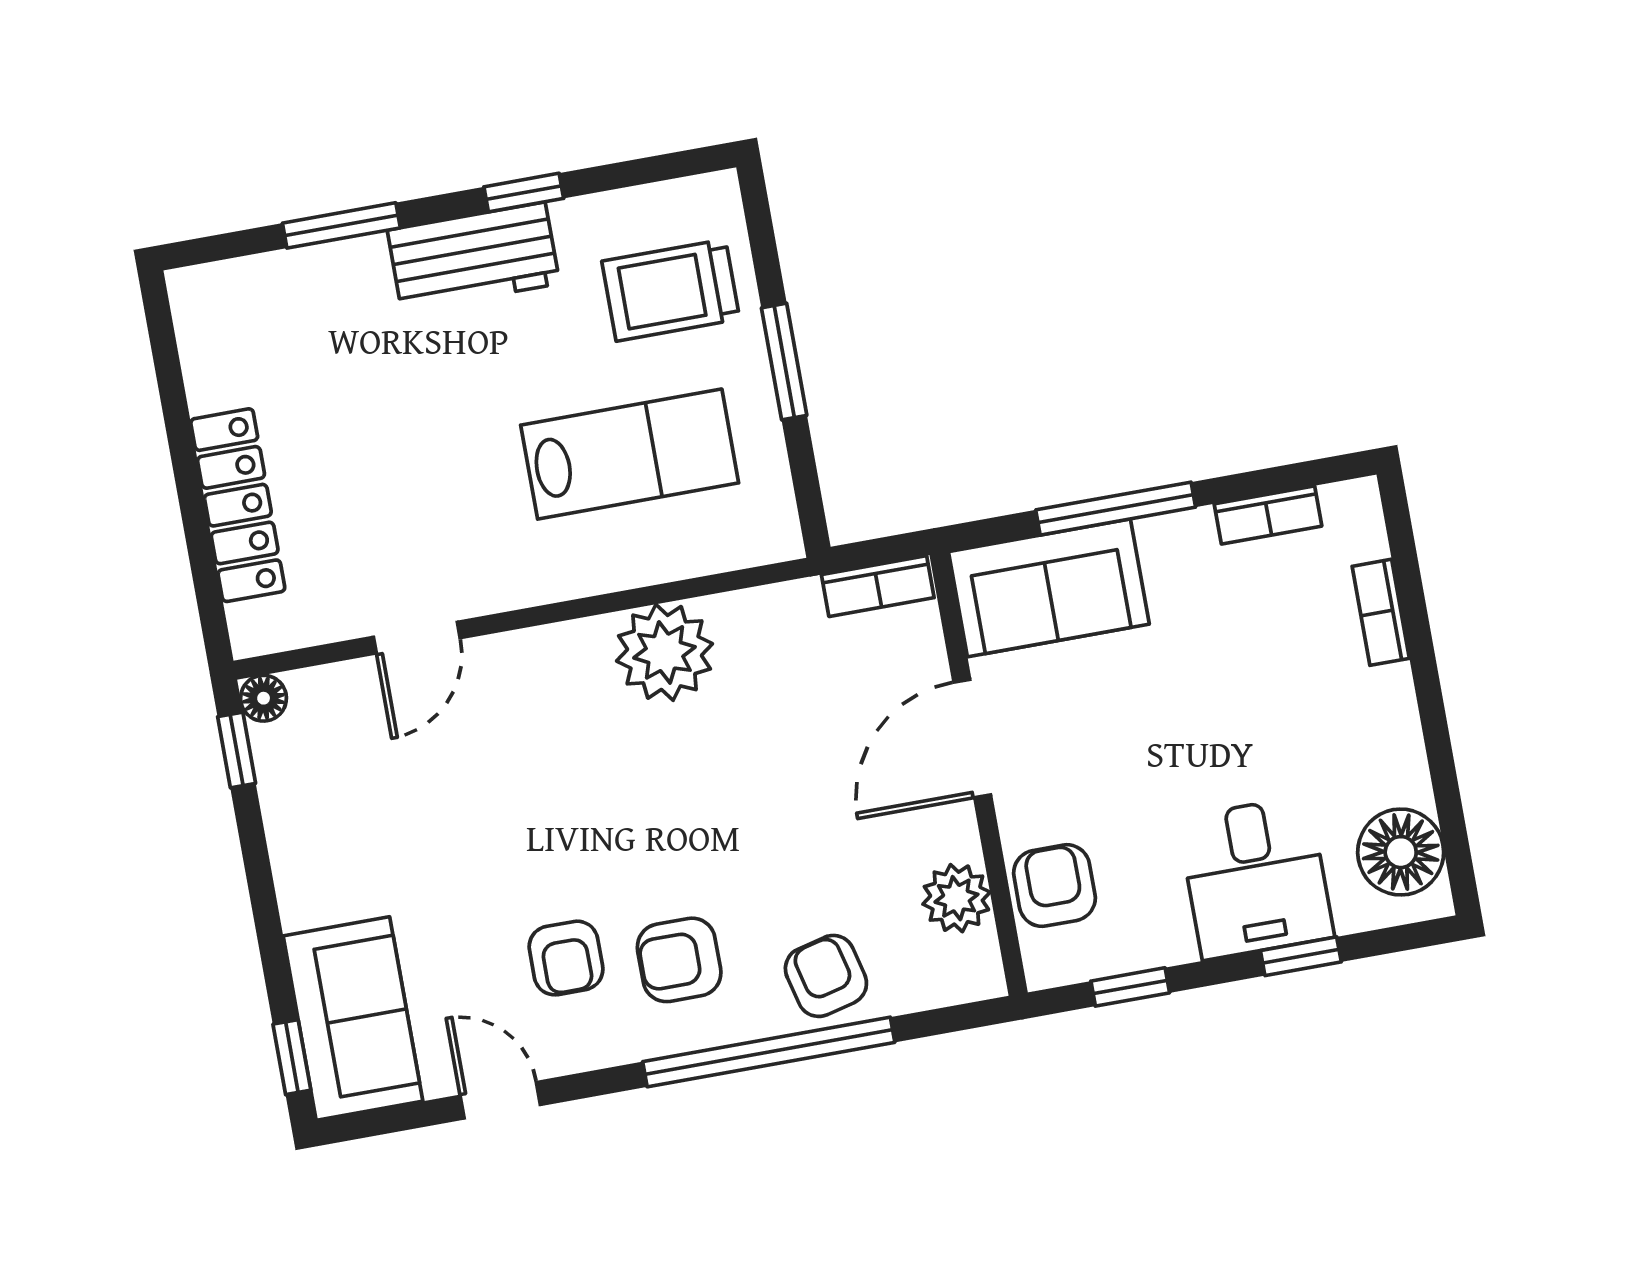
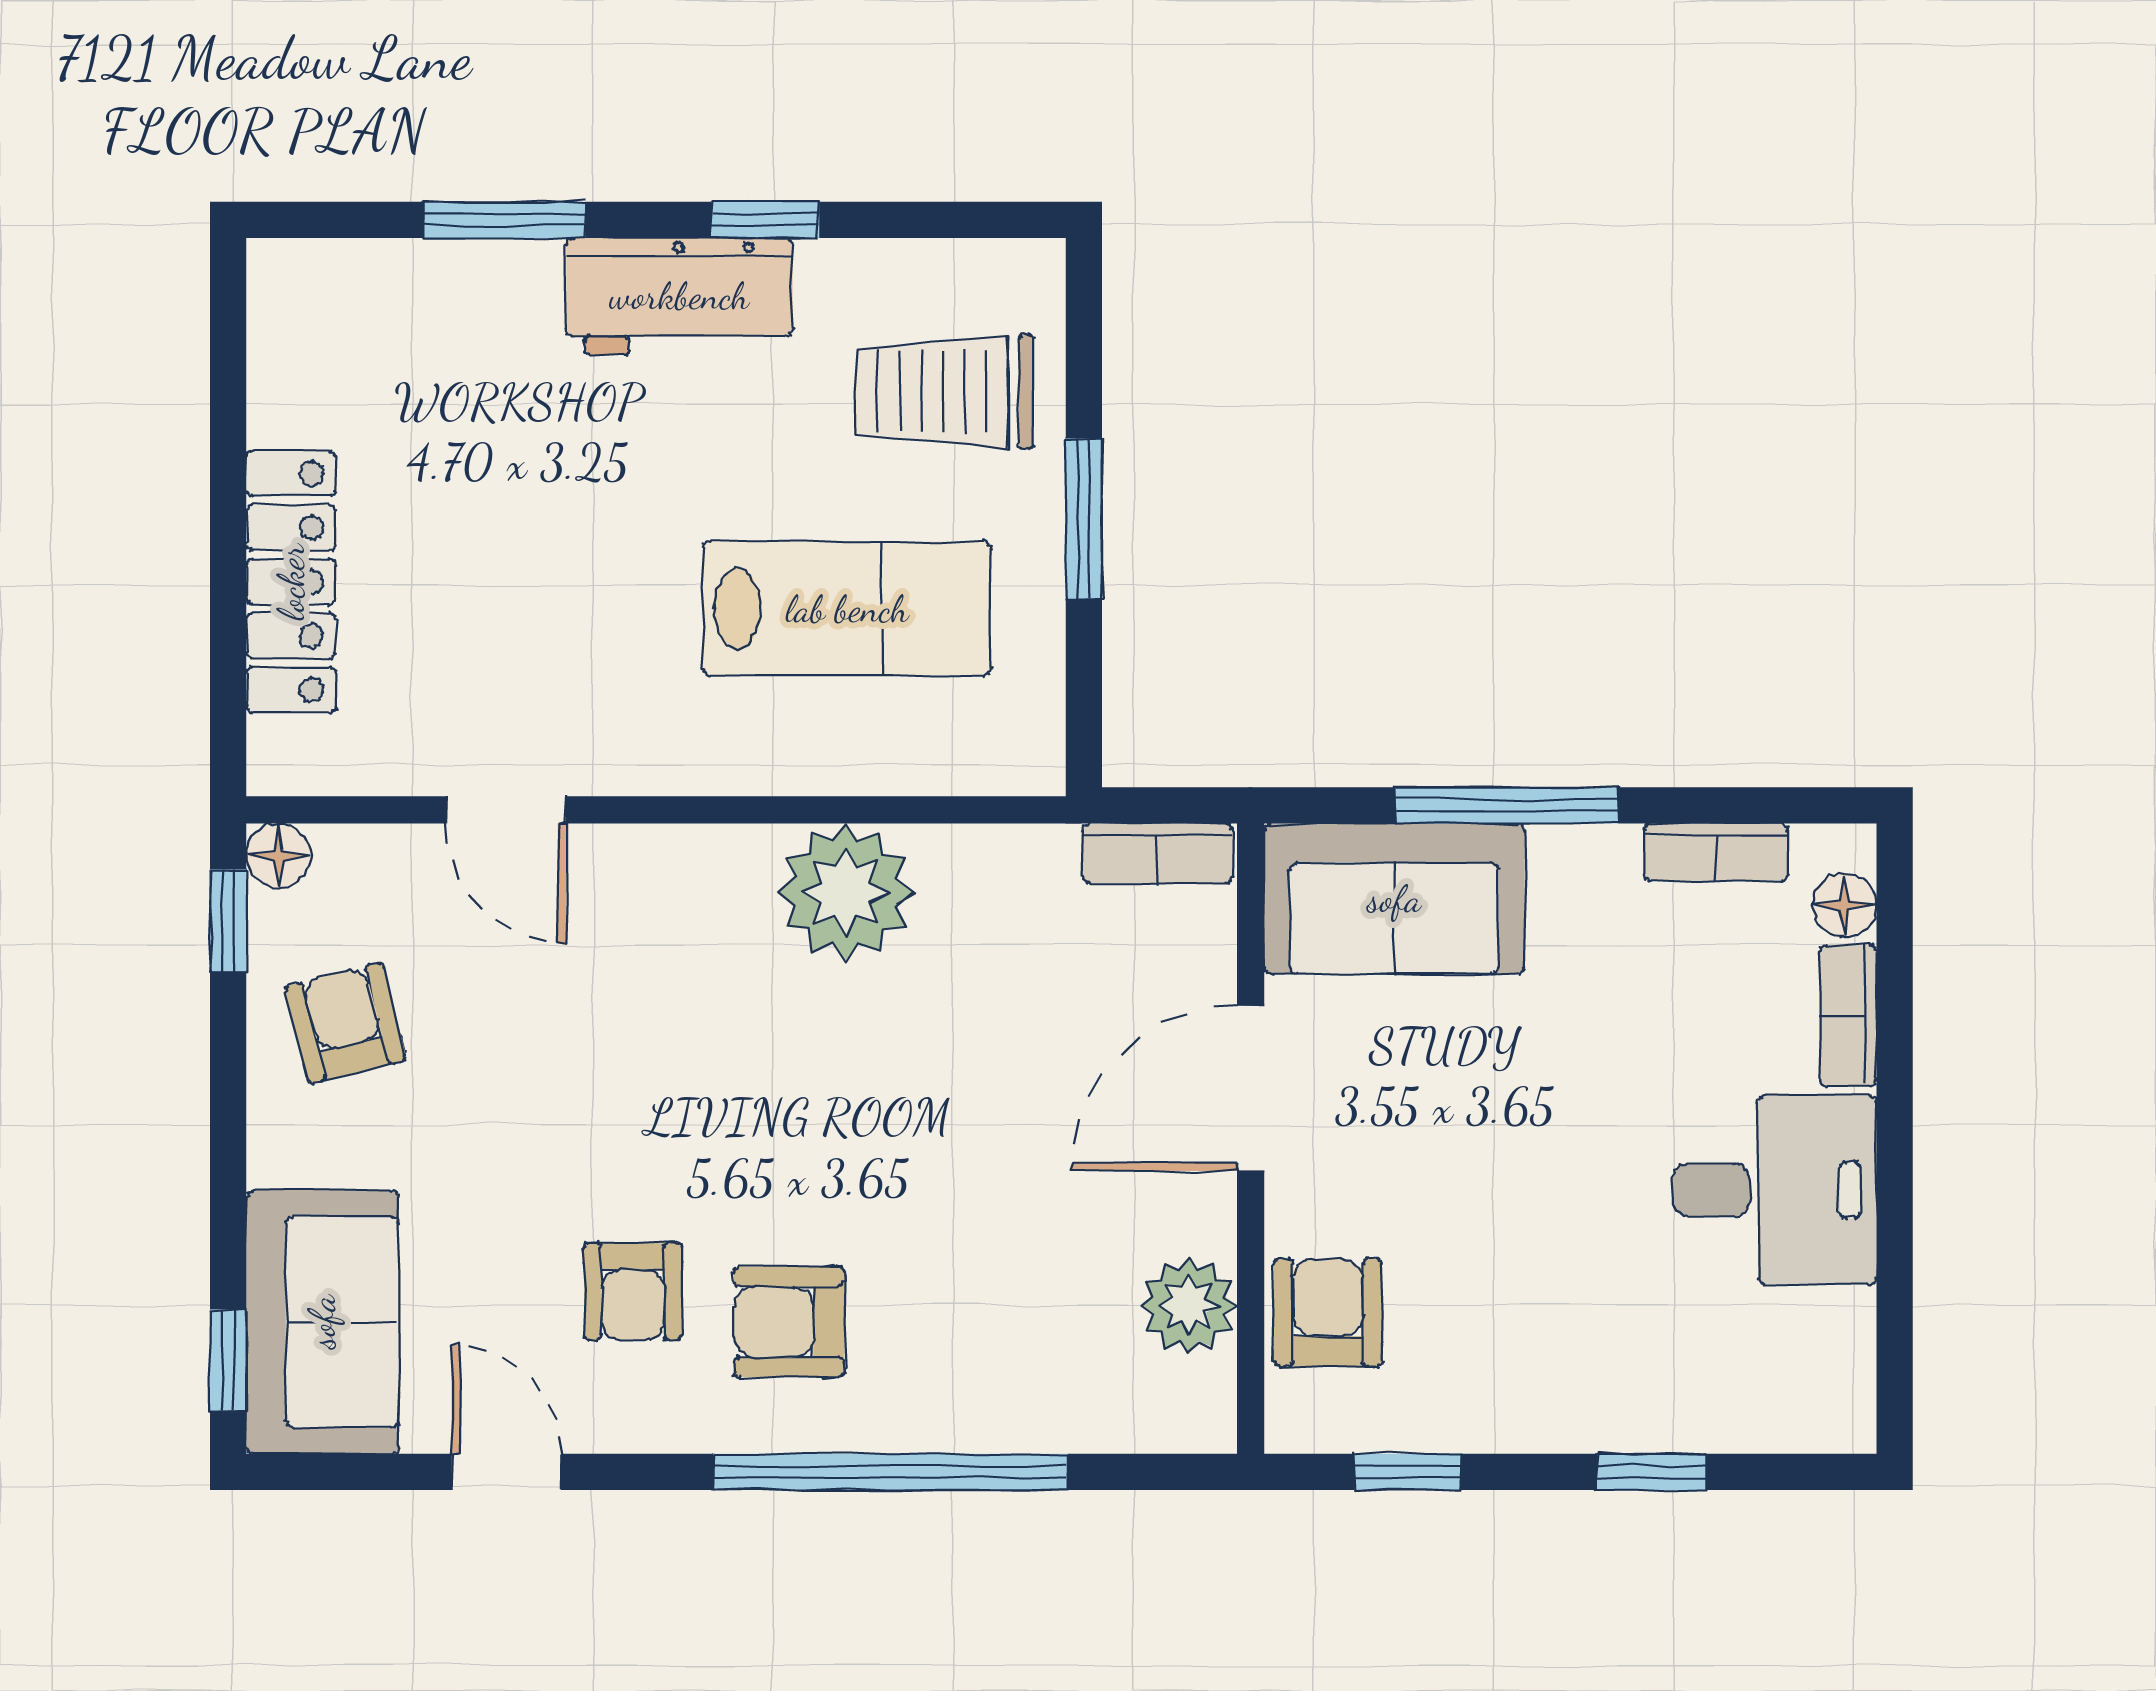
door: (417, 638) -> (506, 810), hinge flipped
floor lamp: (1401, 852) -> (1845, 905), moved, width x0.53, depth x0.53
desk: (1256, 878) -> (1774, 1190), moved, turned -90
armchair: (826, 976) -> (346, 1023), moved

